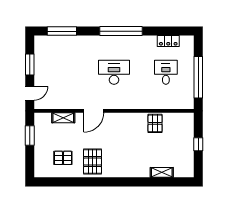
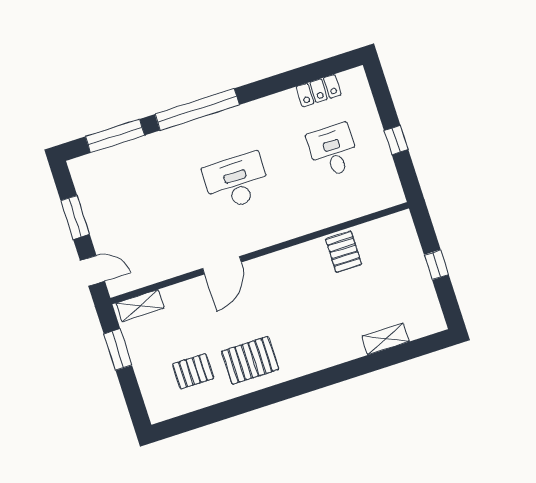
window: (121, 31) -> (197, 109), moved
window: (198, 77) -> (396, 140), width x0.32
door: (30, 93) -> (92, 271), hinge flipped
shelving: (63, 118) -> (140, 306), moved
pallet: (93, 162) -> (250, 360), turned 90

